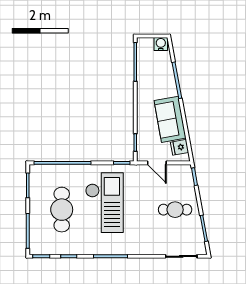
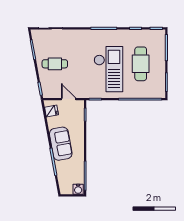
water cooler: (161, 44) -> (78, 189), moved
sofa: (170, 119) -> (61, 144), moved
checkout: (104, 203) -> (108, 69), turned 180

